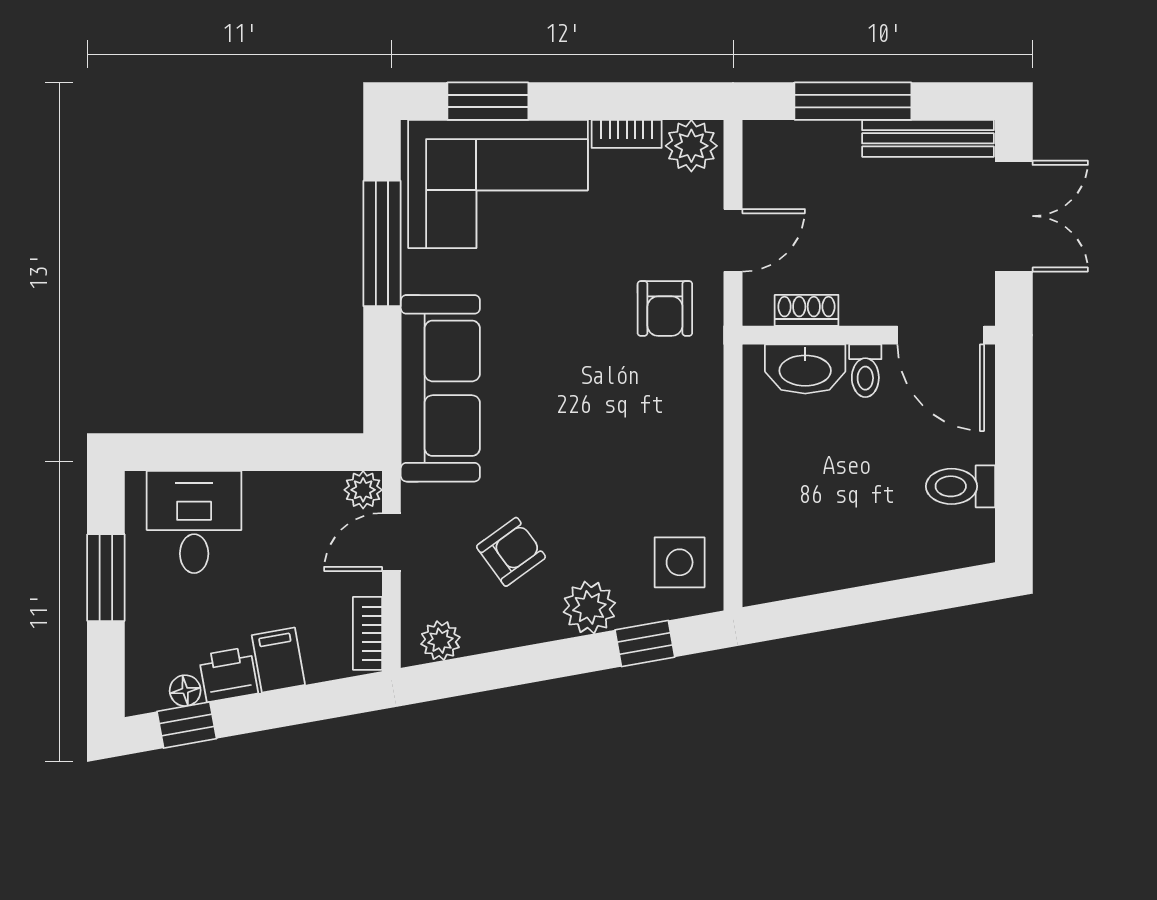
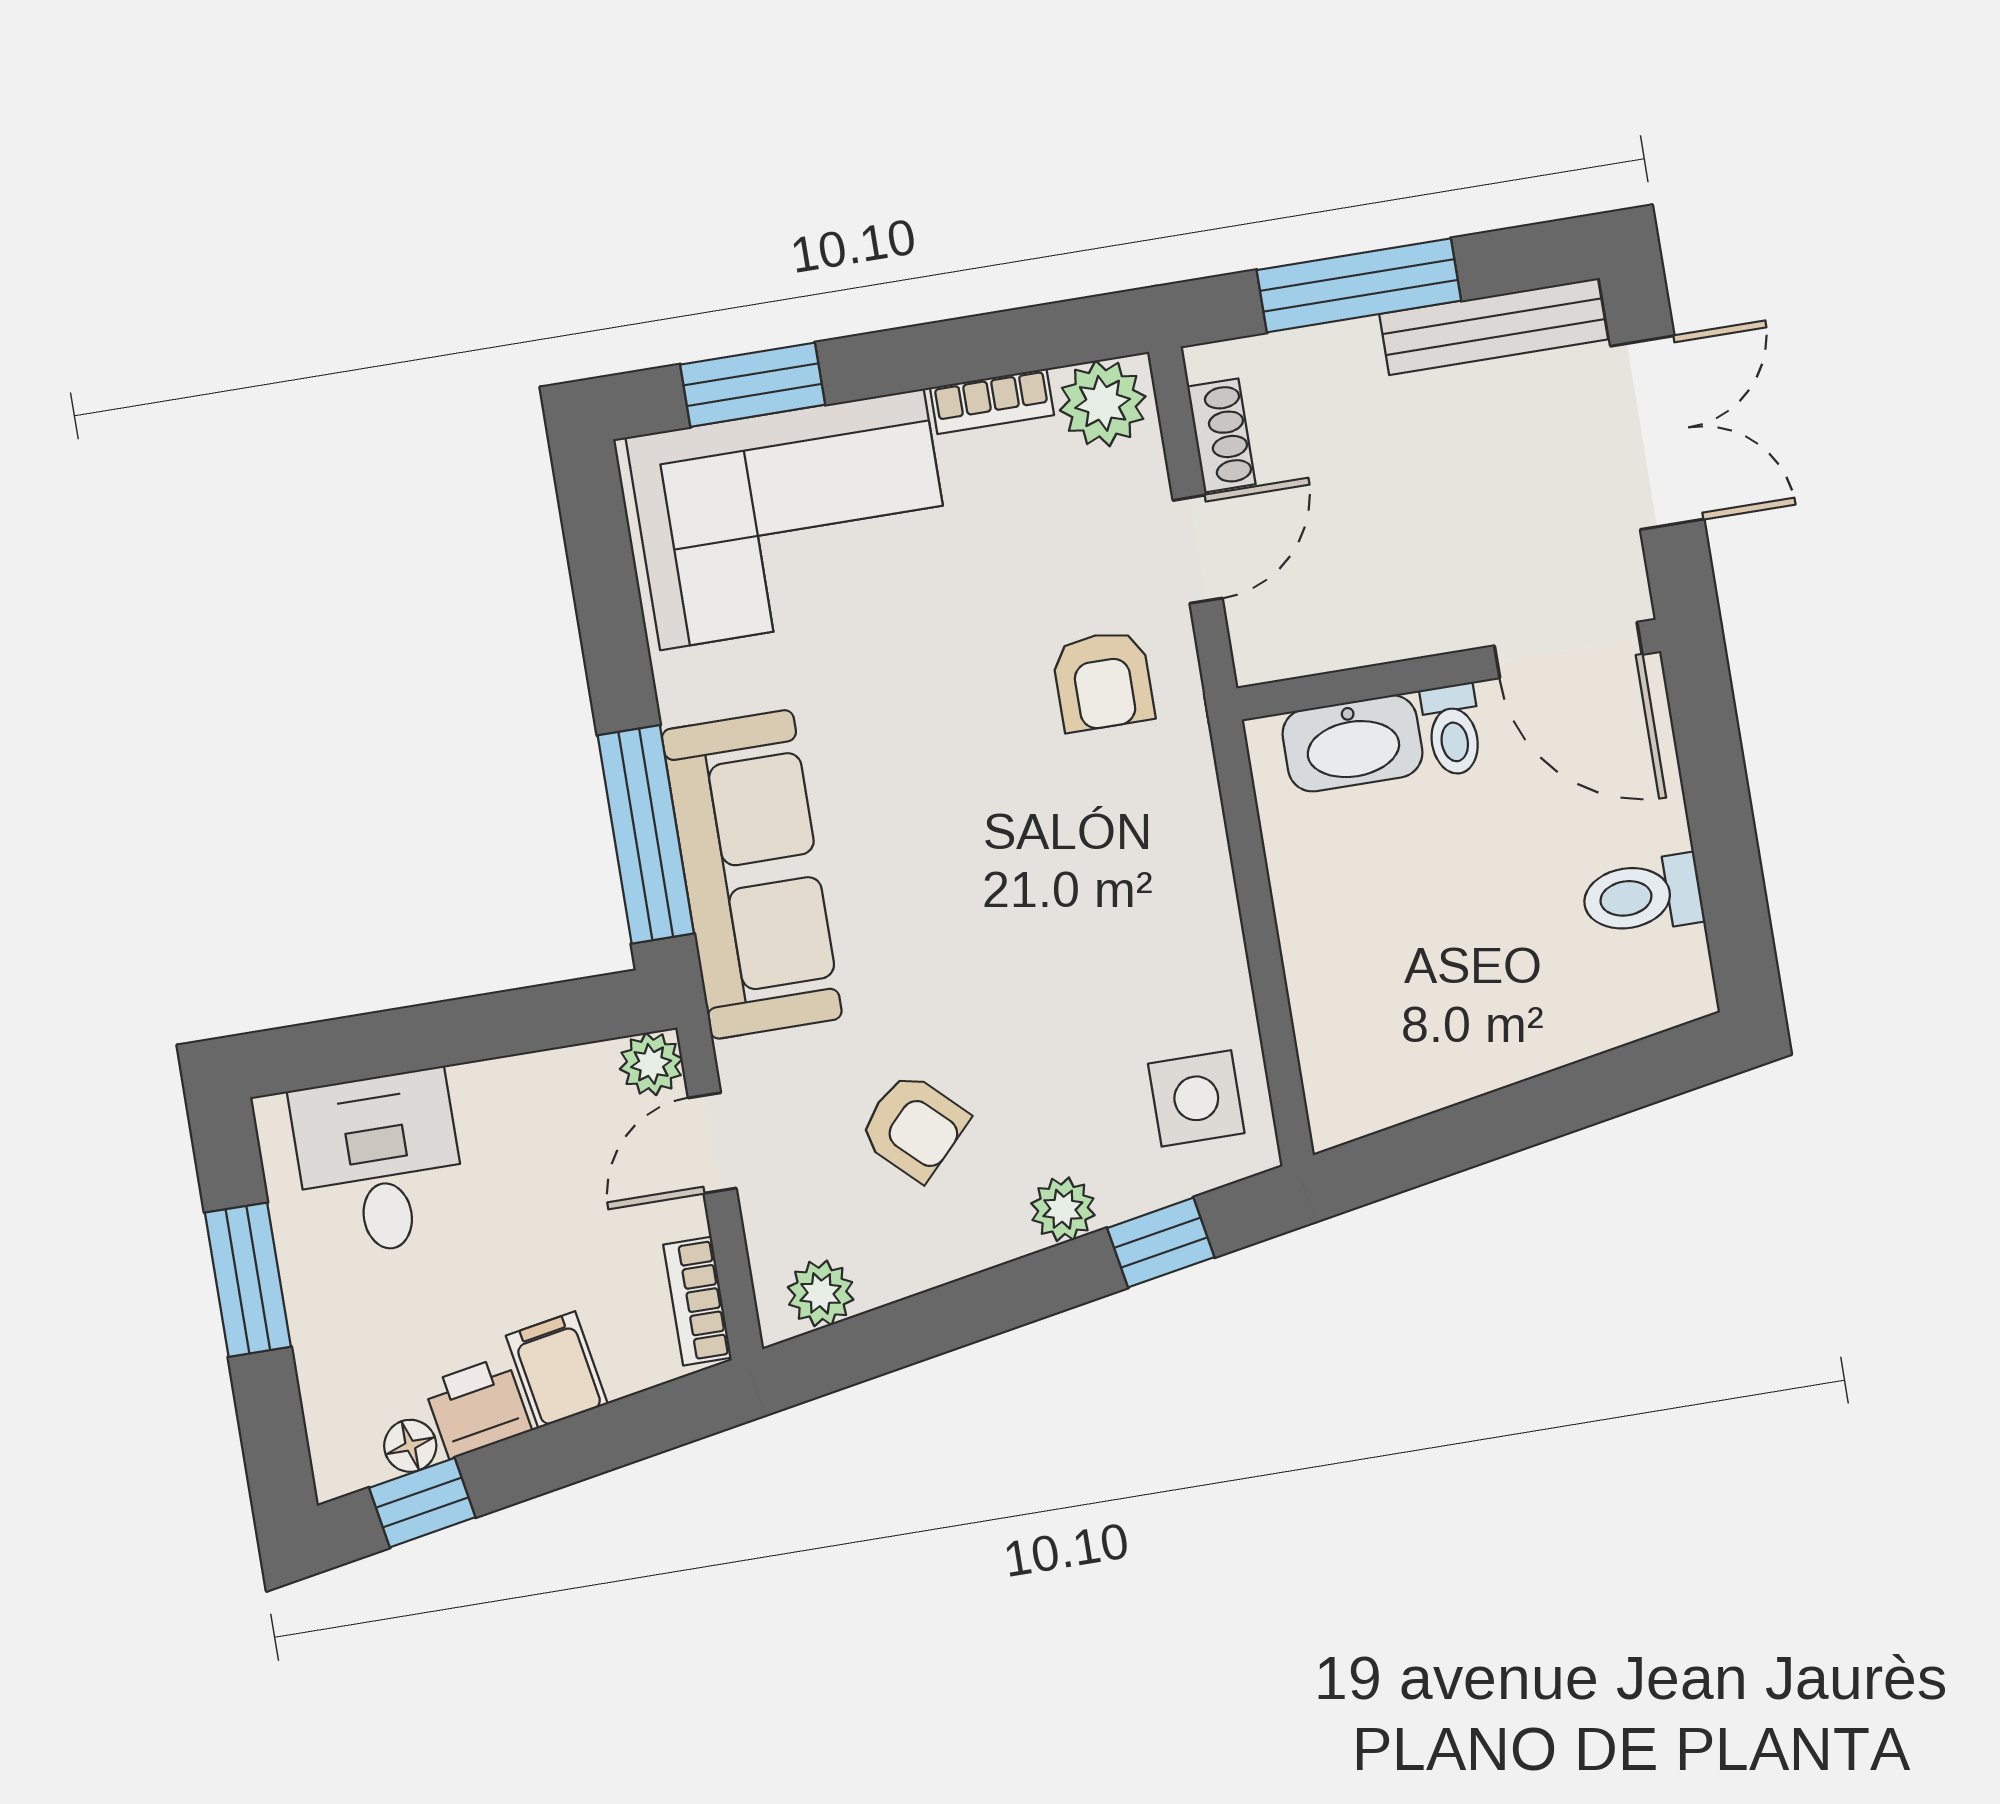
window: (382, 243) -> (646, 834), moved
shoe rack: (807, 310) -> (1221, 435), moved, turned 90
armchair: (511, 552) -> (914, 1127), turned 80
plant: (589, 607) -> (1063, 1209), width x0.73, depth x0.73

